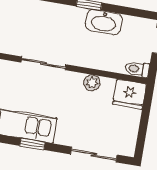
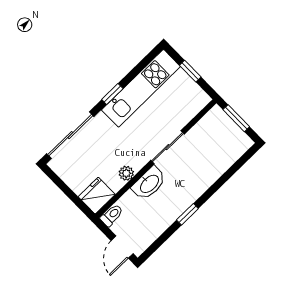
washbasin: (104, 22) -> (149, 183), moved, turned 180
sliding door: (94, 155) -> (70, 135), width x1.37

